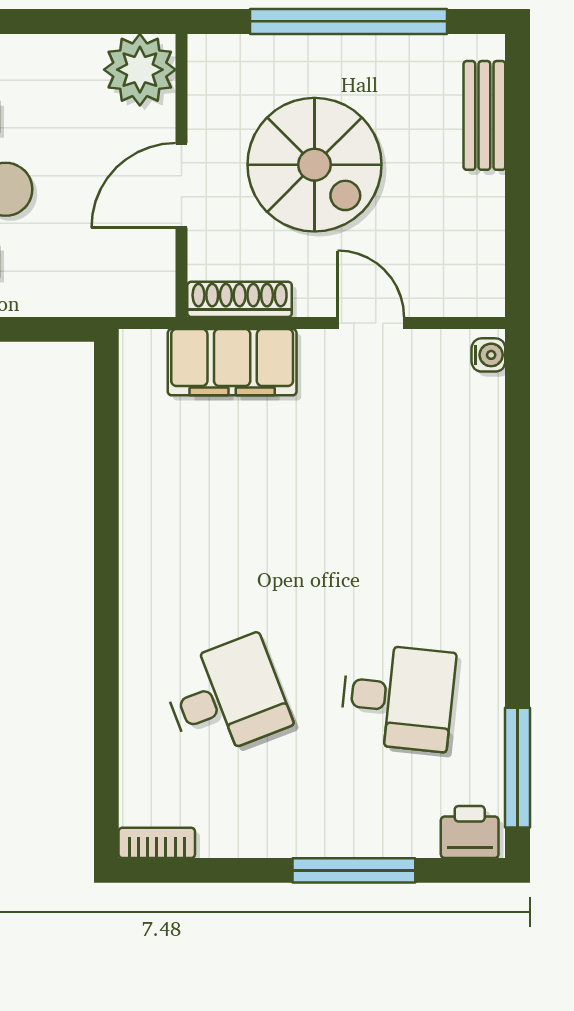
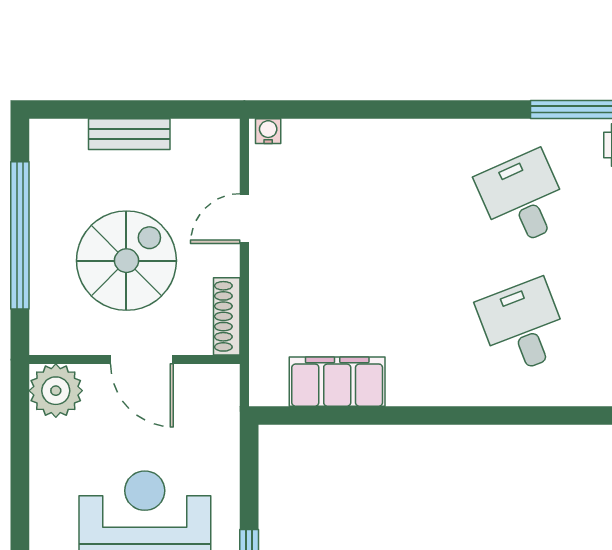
bench: (484, 115) -> (129, 134), moved
filing cabinet: (232, 362) -> (337, 382), moved, turned -90
desk: (398, 697) -> (523, 199), turned -30

